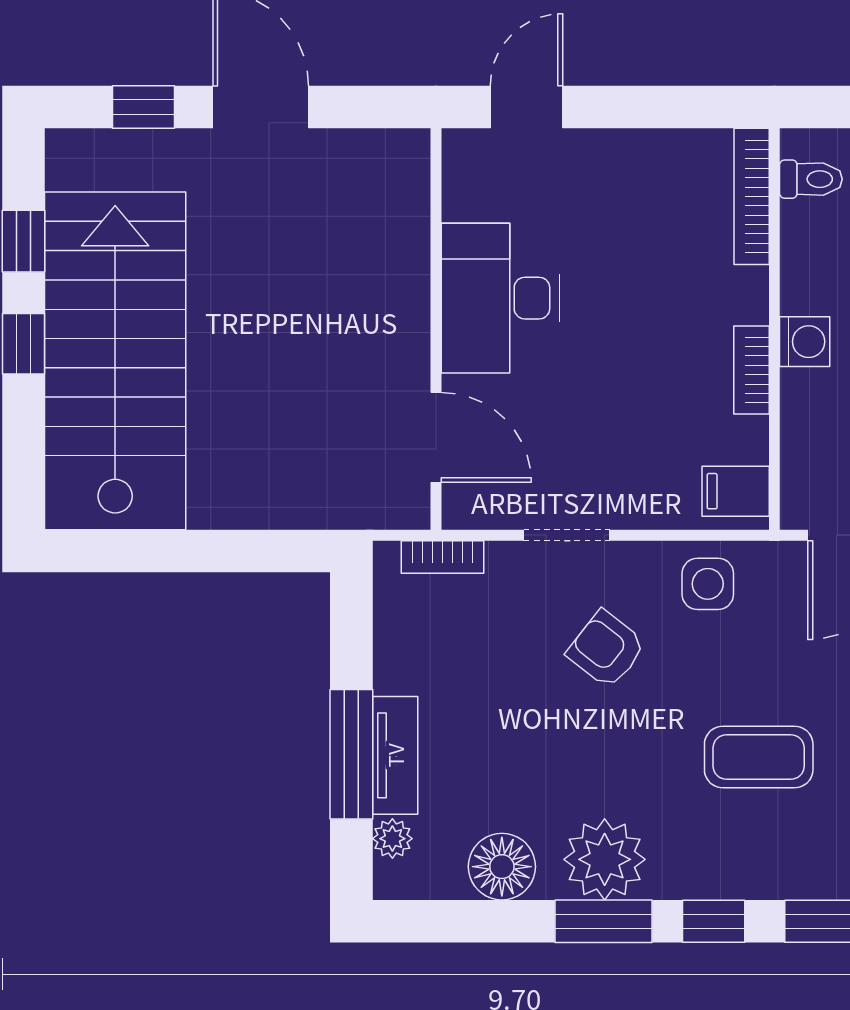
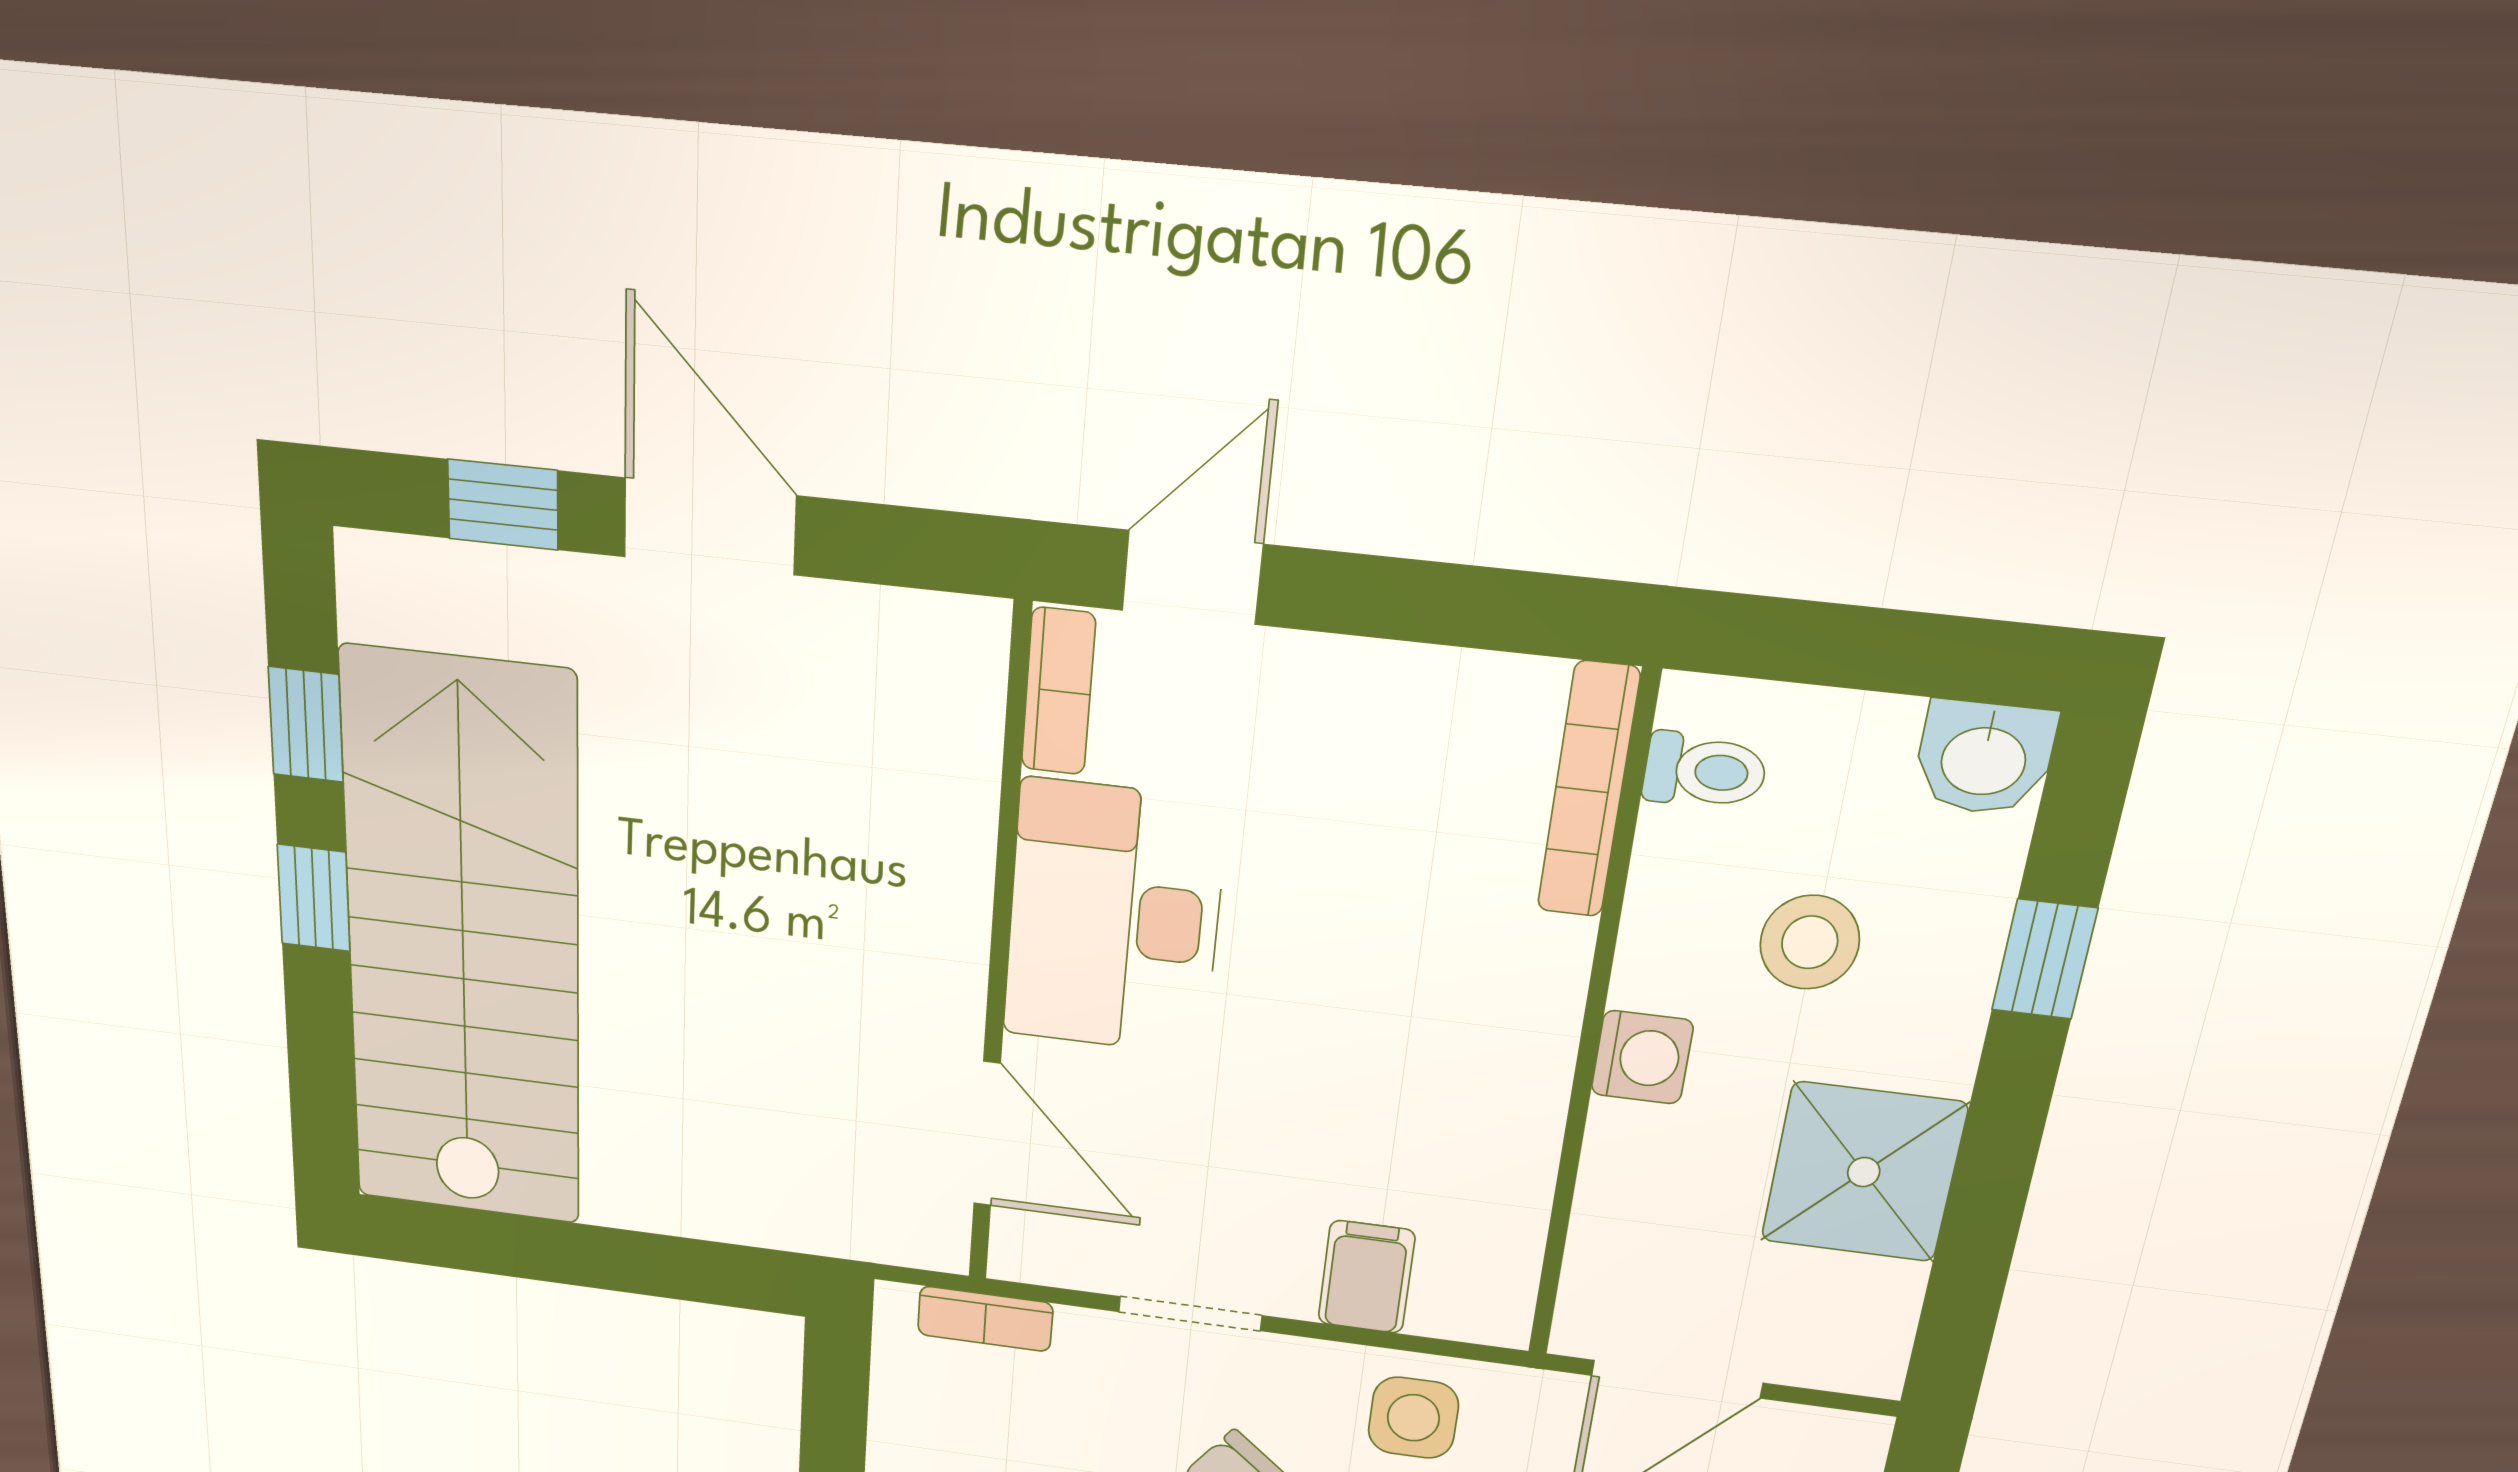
bookcase: (751, 370) -> (1058, 691), moved, turned 180
filing cabinet: (736, 491) -> (1366, 1277), moved, turned 90

